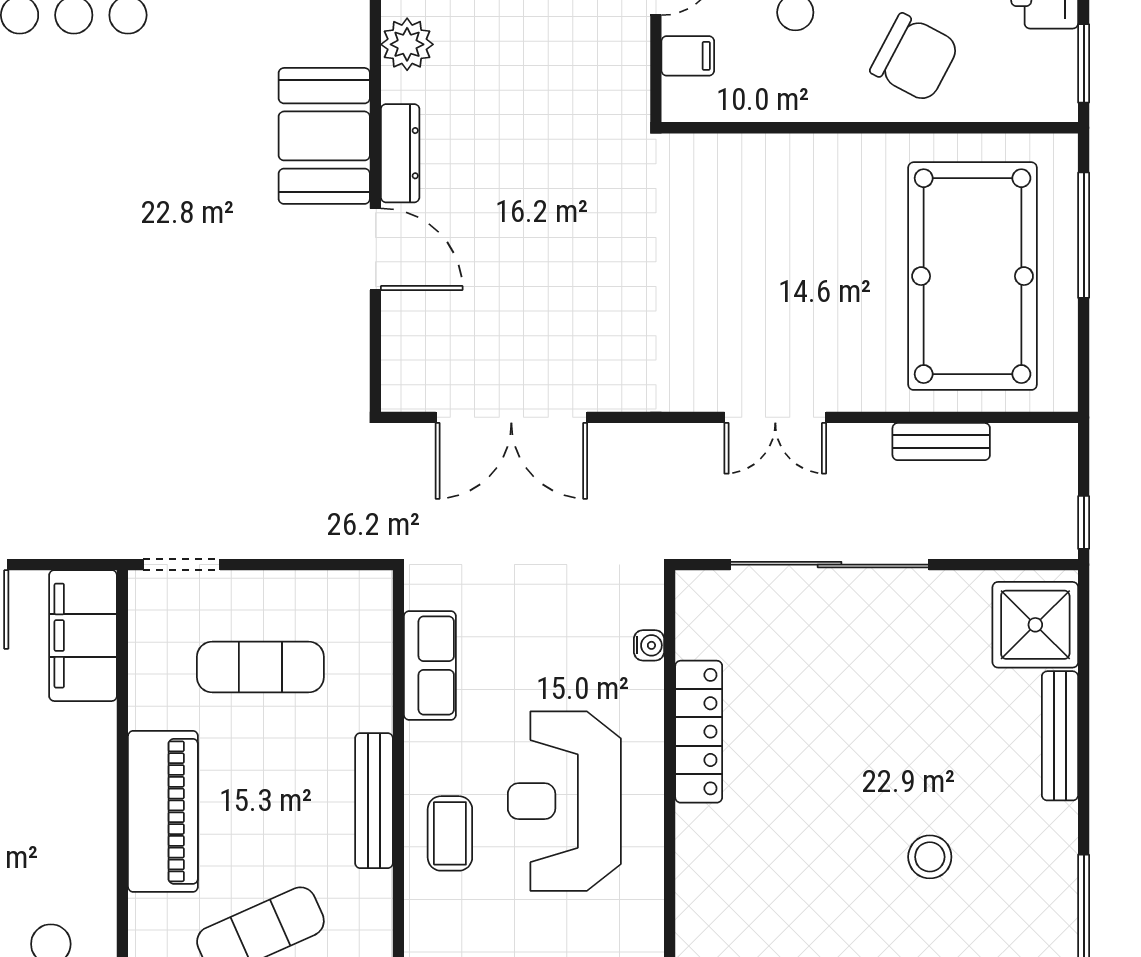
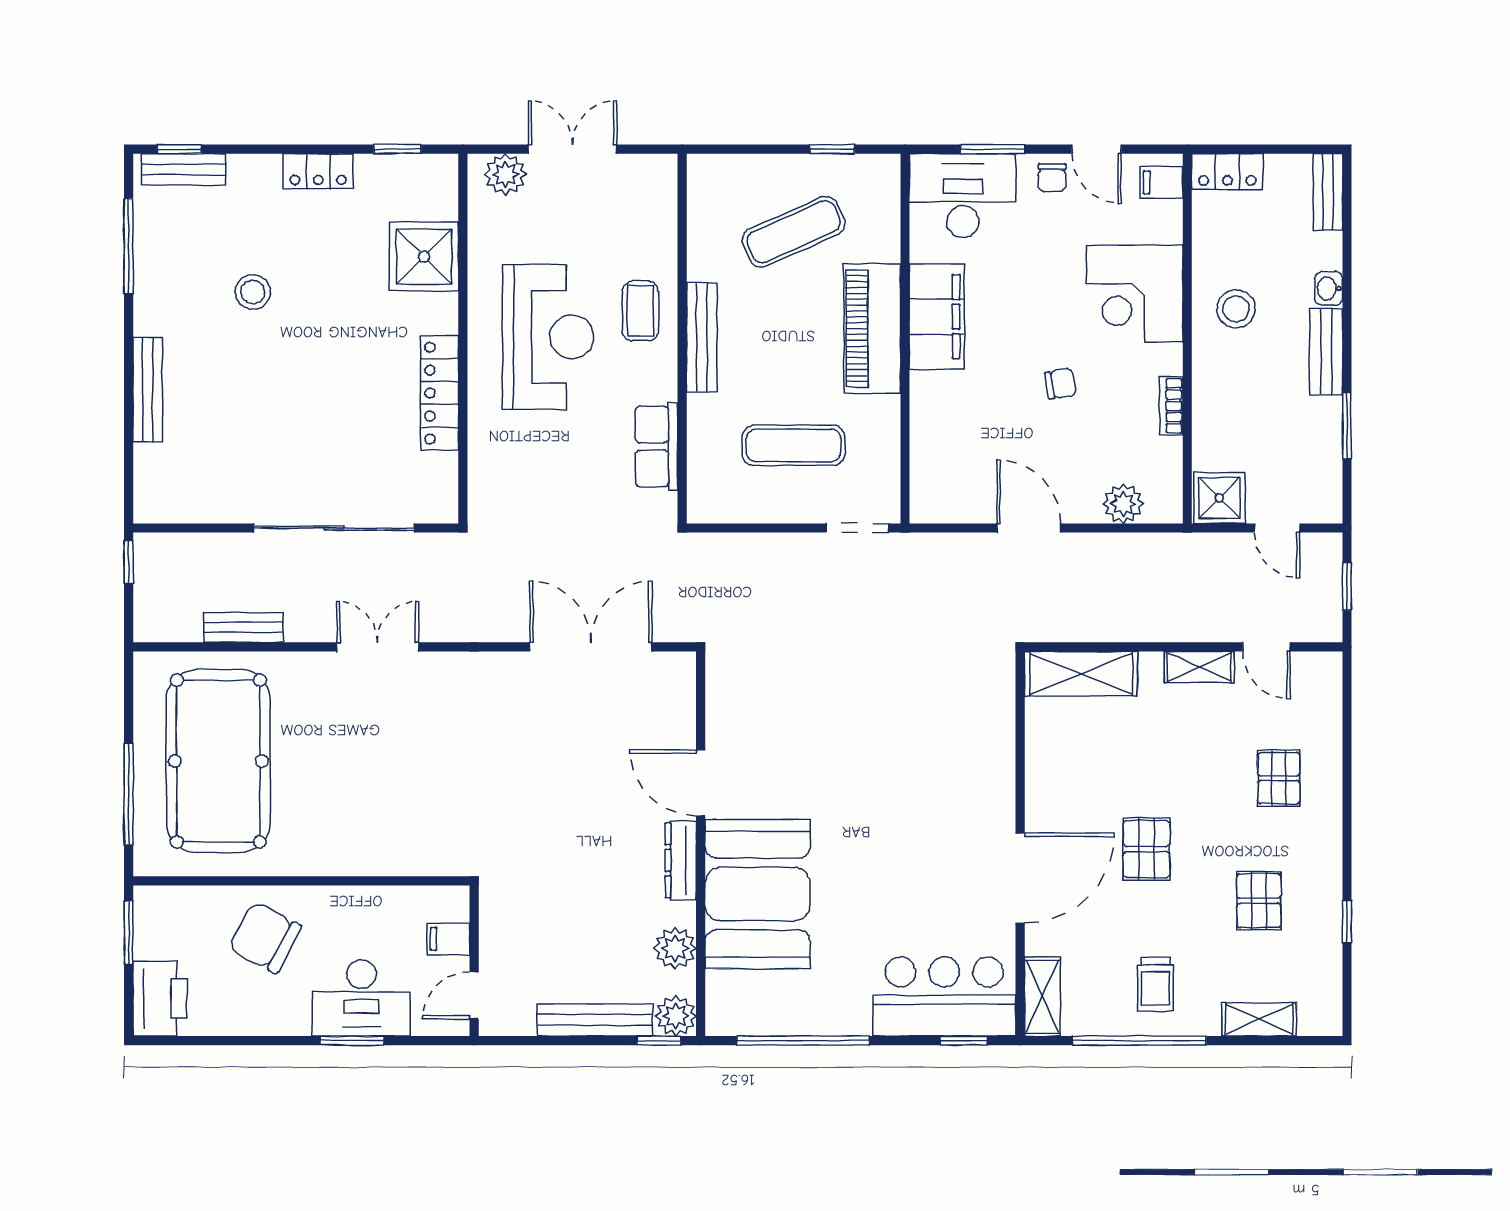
booth: (324, 136) -> (758, 894), width x1.36, depth x1.42
shower: (1035, 625) -> (424, 257), moved
filing cabinet: (83, 636) -> (937, 317), moved
water cooler: (649, 645) -> (480, 463), removed

